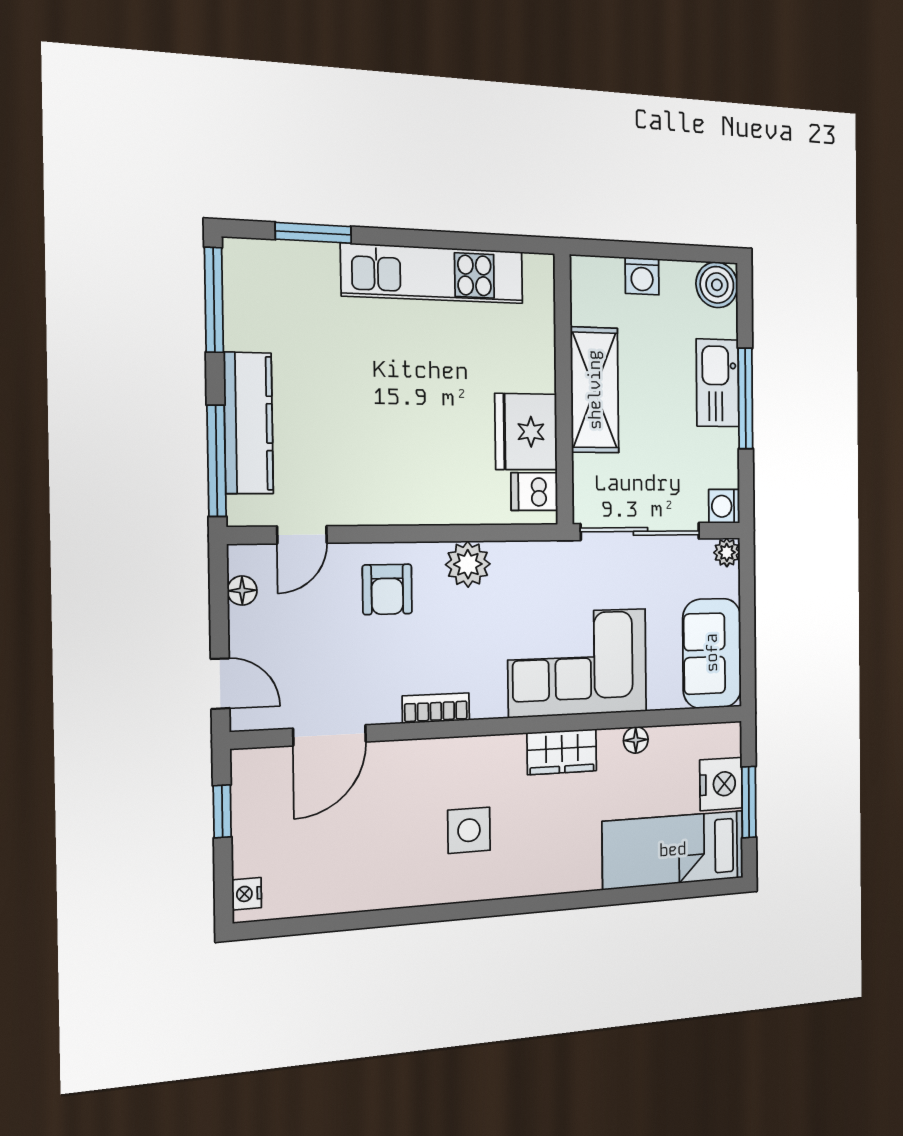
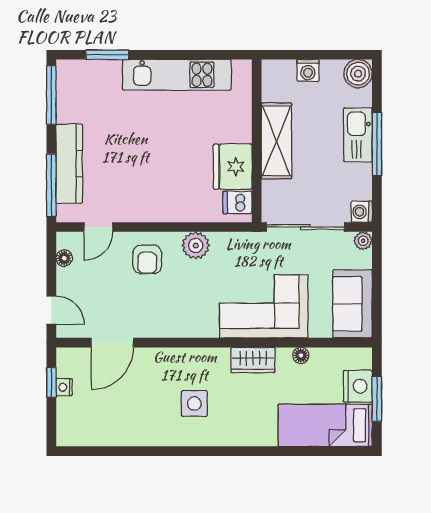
bookcase: (436, 708) -> (175, 330), removed
nightstand: (247, 894) -> (64, 387), moved

